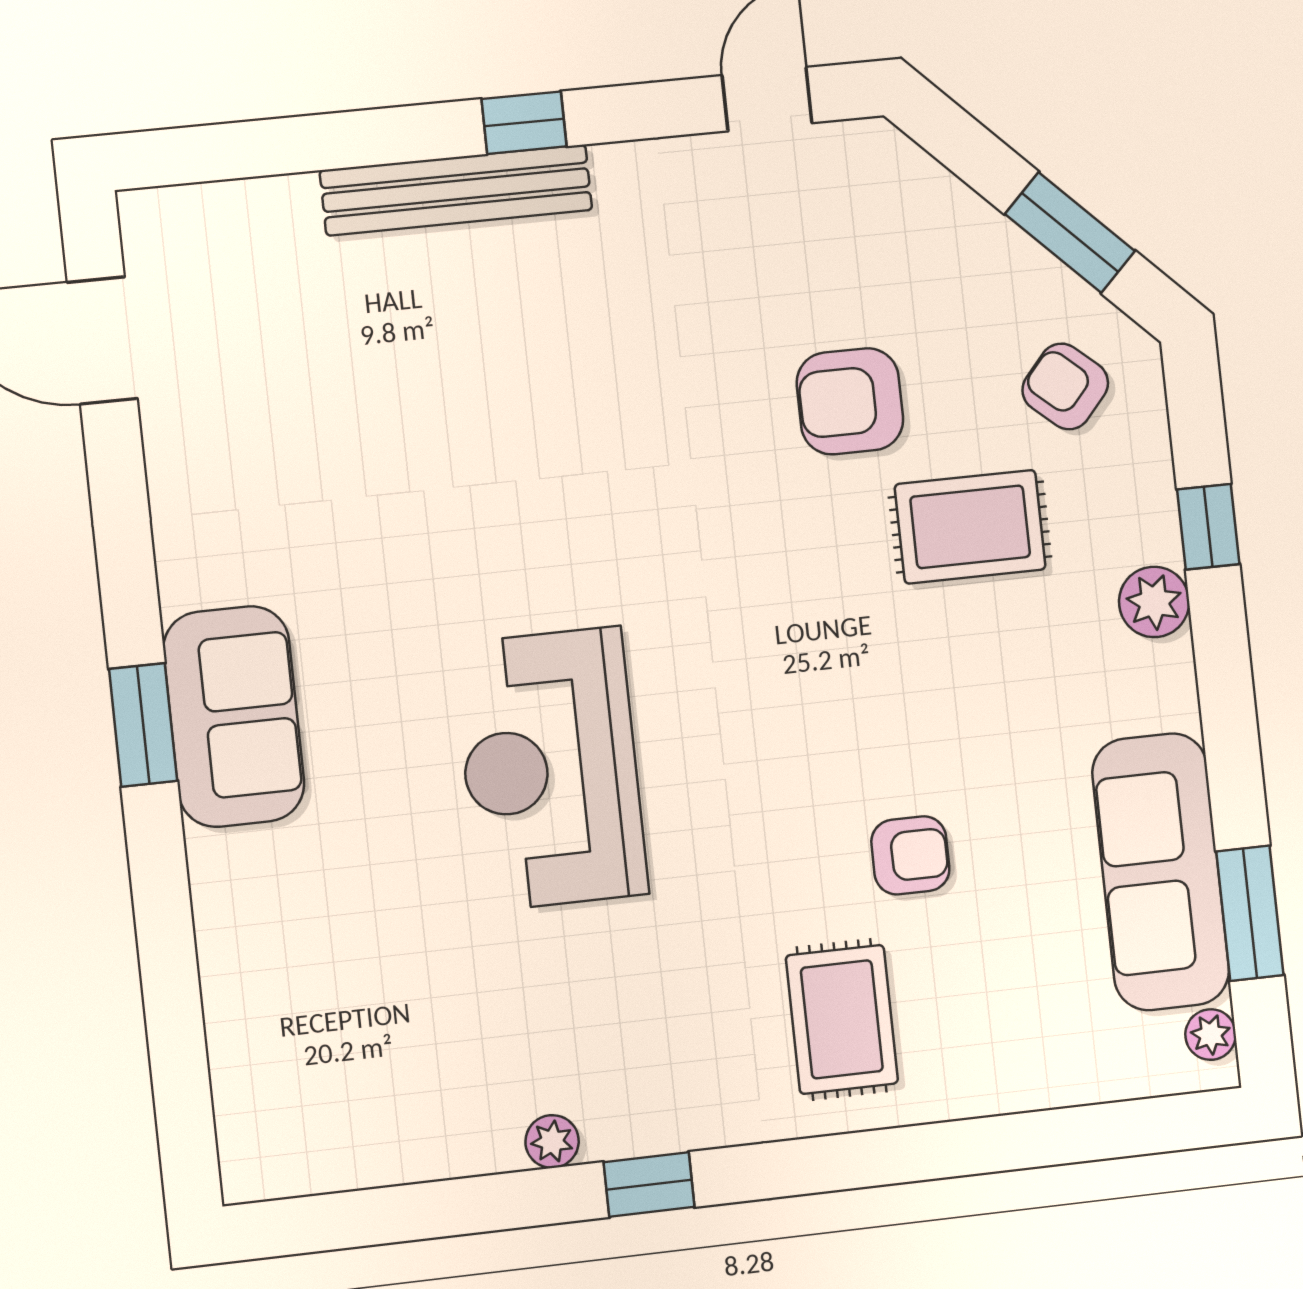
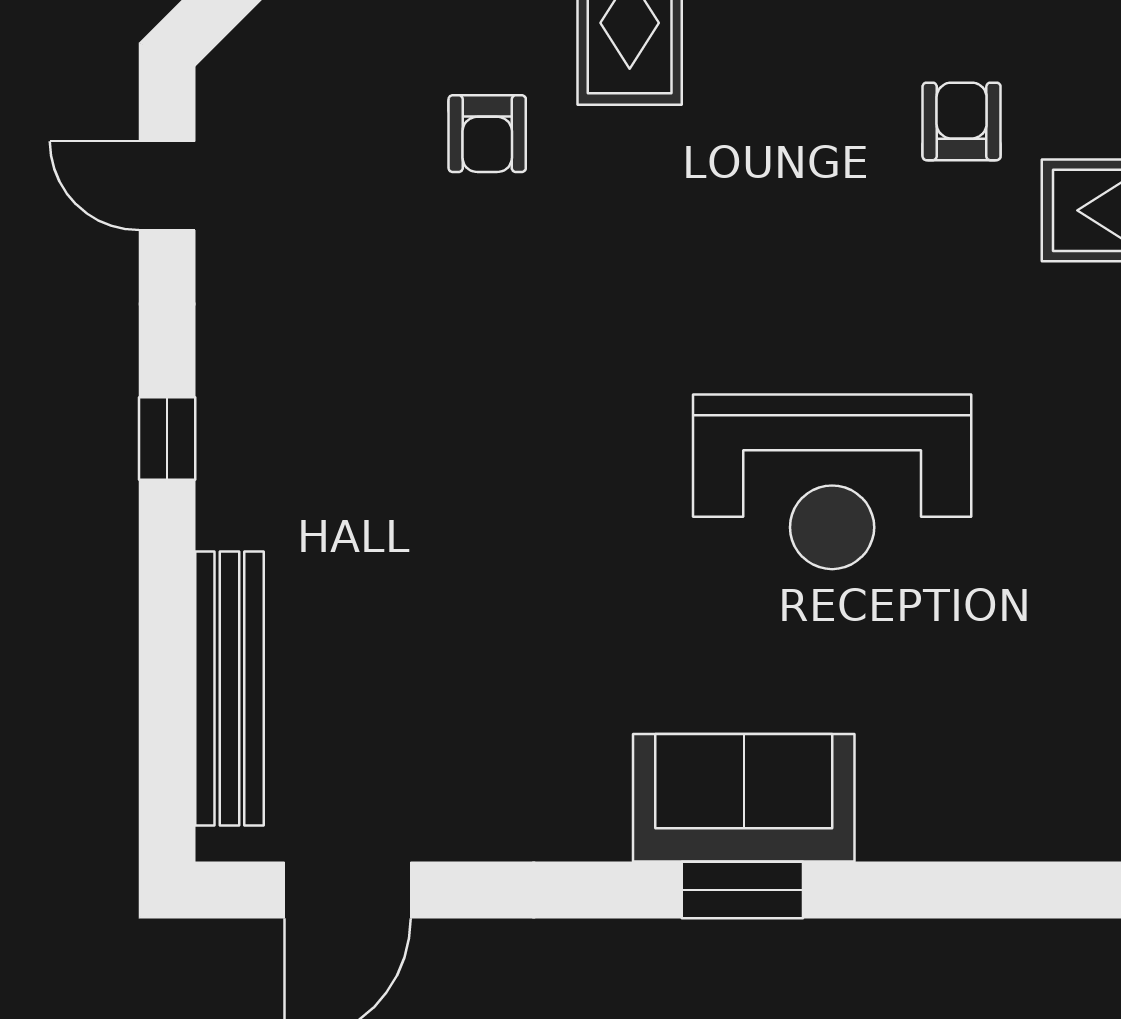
bench: (456, 190) -> (229, 689), moved
armchair: (850, 401) -> (487, 134), width x0.72, depth x0.72

